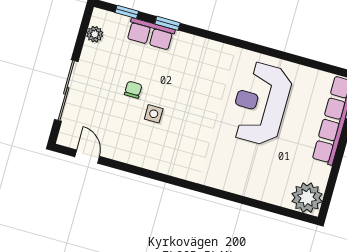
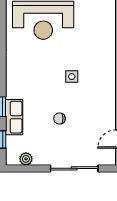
side table: (154, 114) -> (72, 77), moved

